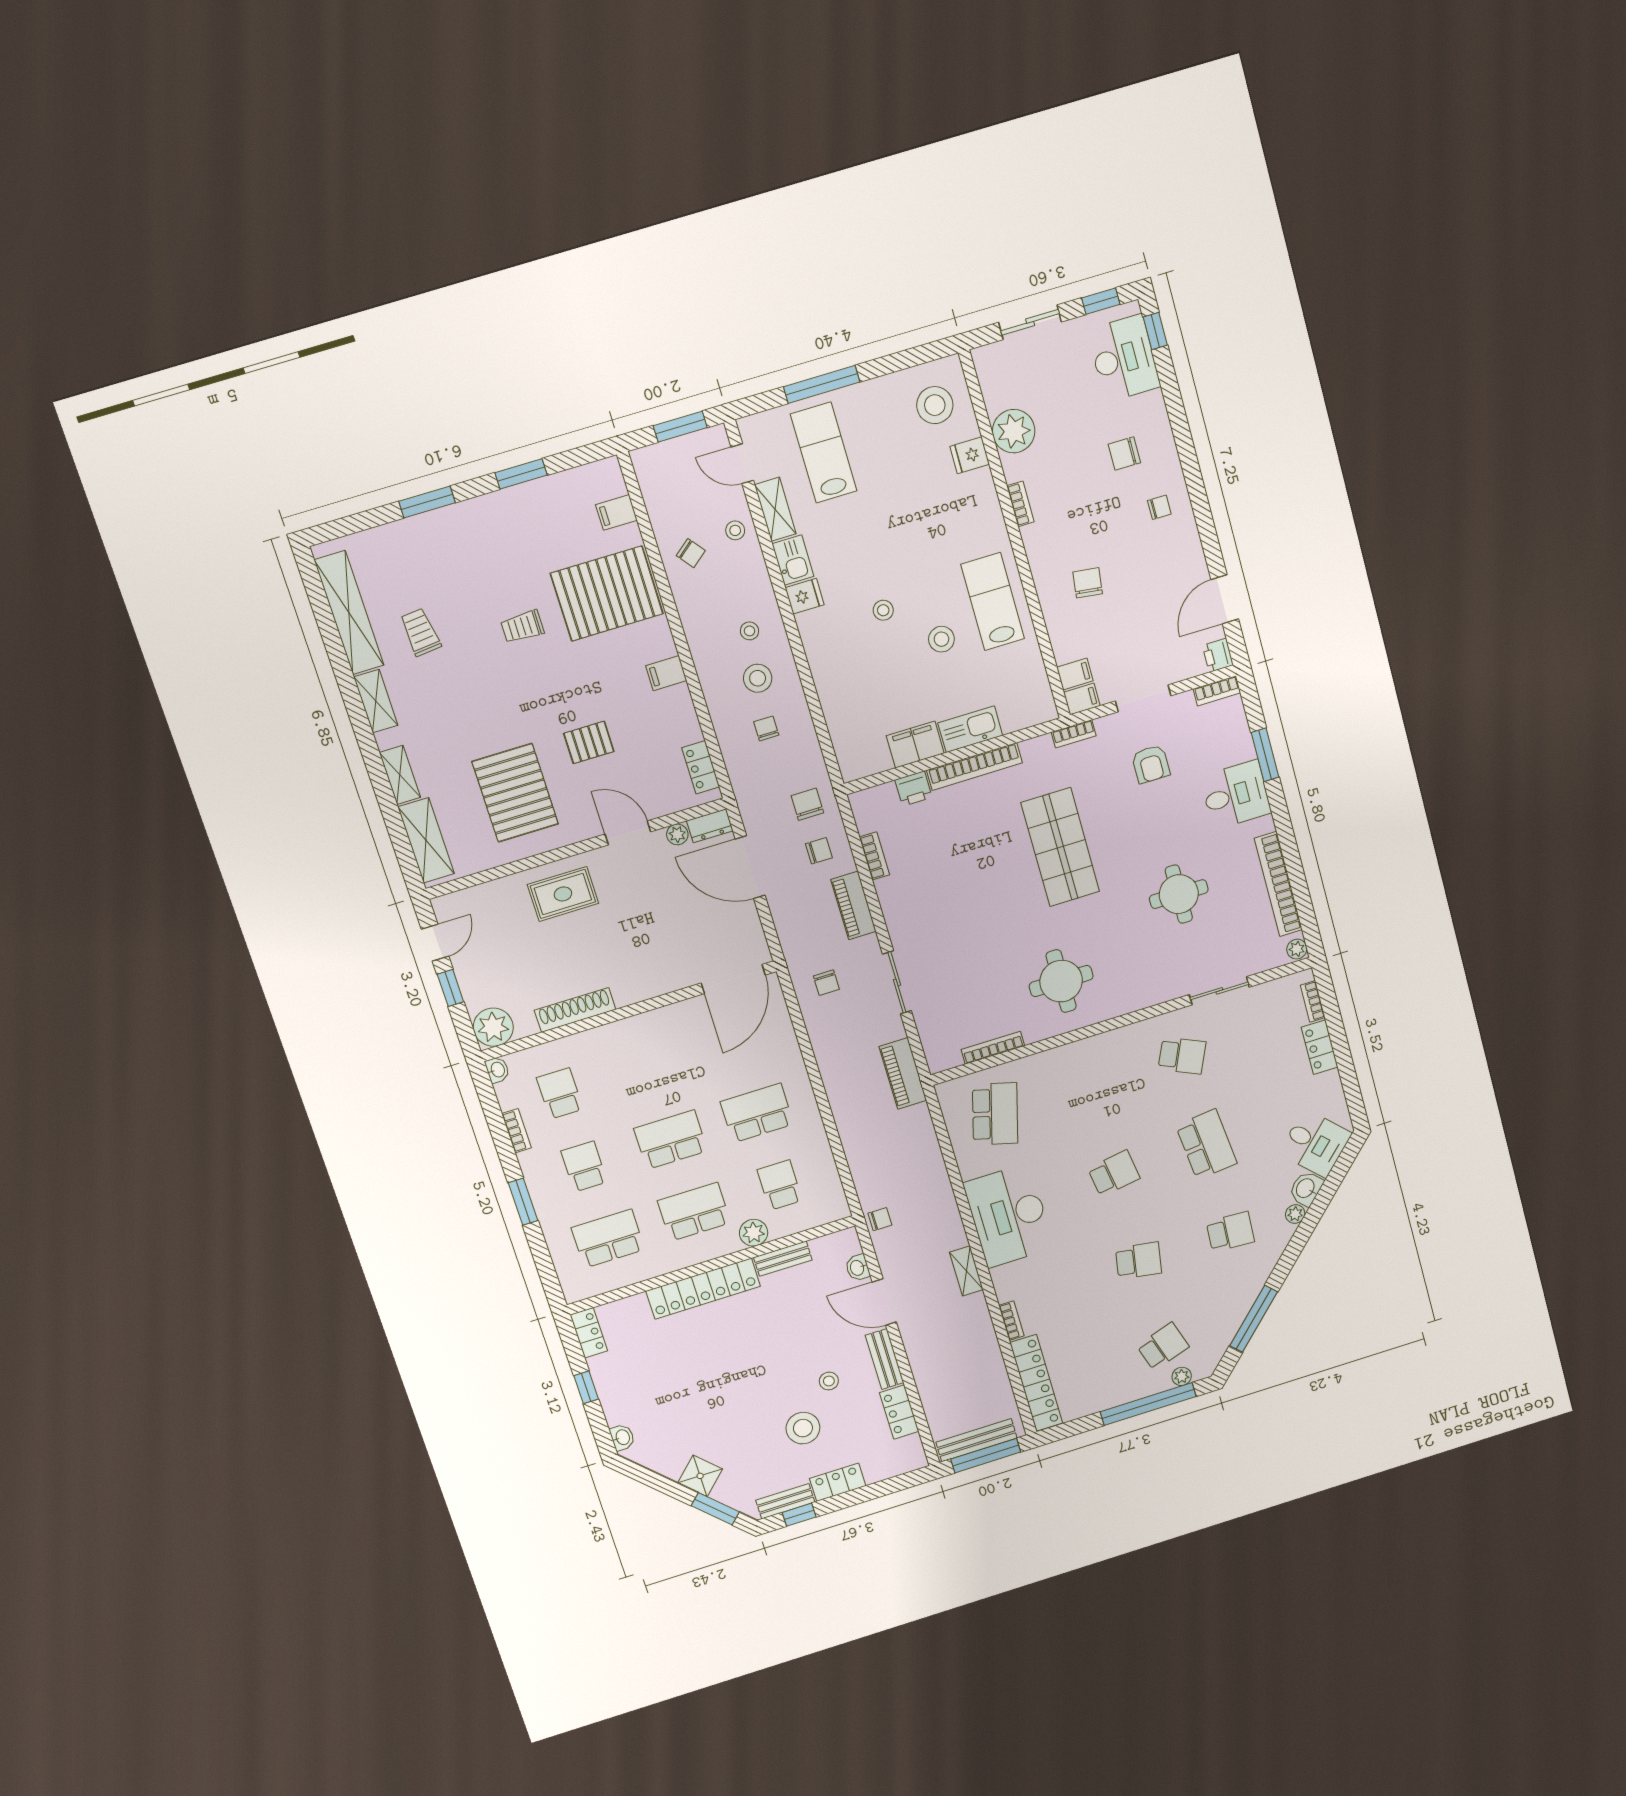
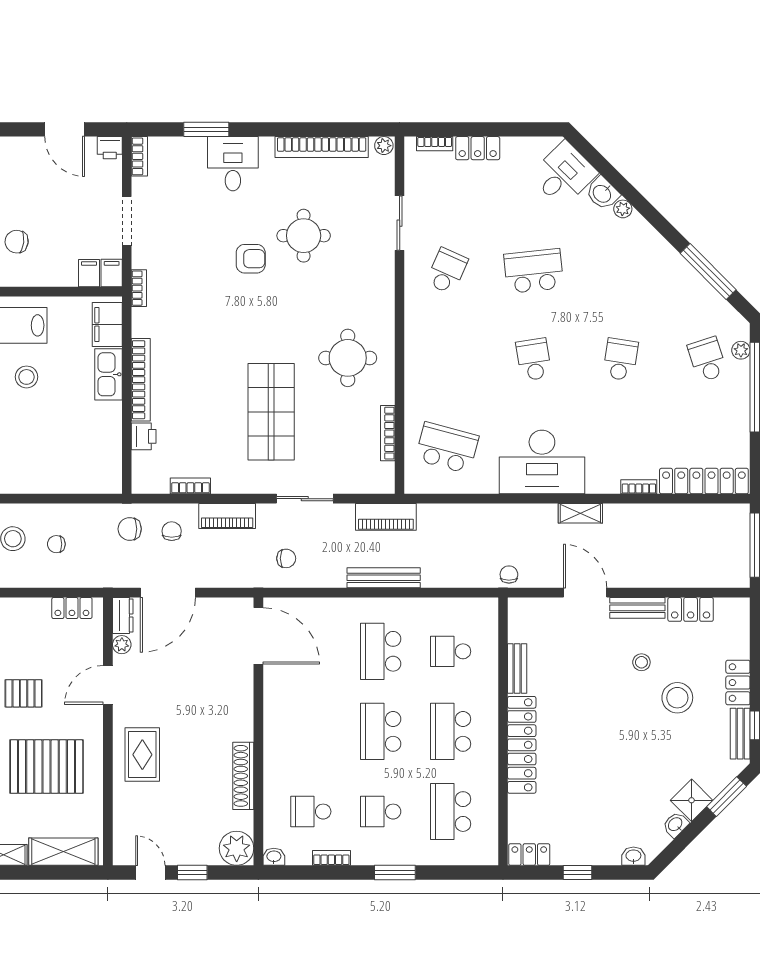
pallet: (589, 742) -> (24, 693), turned 90
filing cabinet: (915, 745) -> (107, 324), moved
armchair: (1151, 764) -> (251, 259), moved
shop shelf: (1060, 847) -> (271, 412), moved, turned 90
school desk: (1230, 1232) -> (620, 271), removed
plant: (754, 1233) -> (486, 686), removed
washbasin: (858, 1268) -> (676, 825), moved, turned 135
door: (884, 1302) -> (585, 593), swing flipped
bench: (977, 1440) -> (384, 578), moved, turned 90

